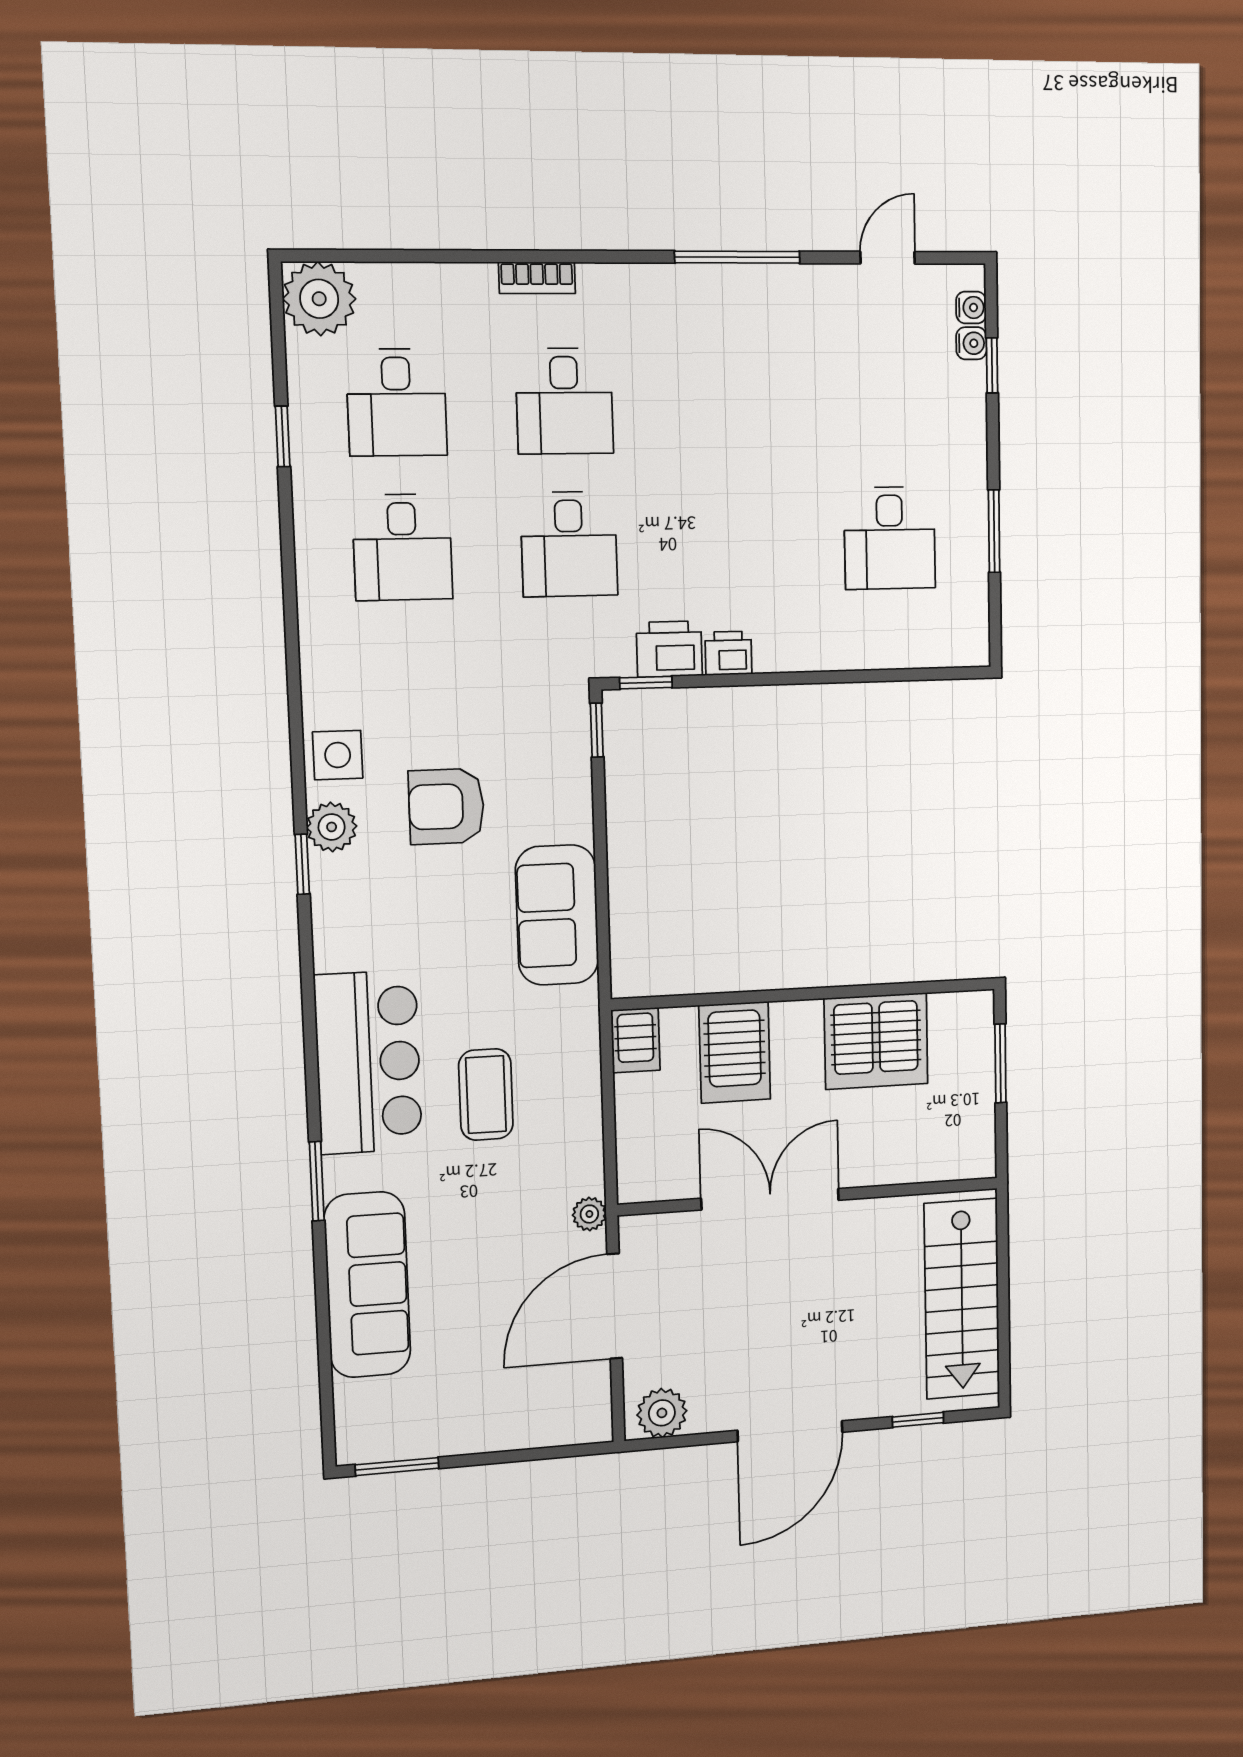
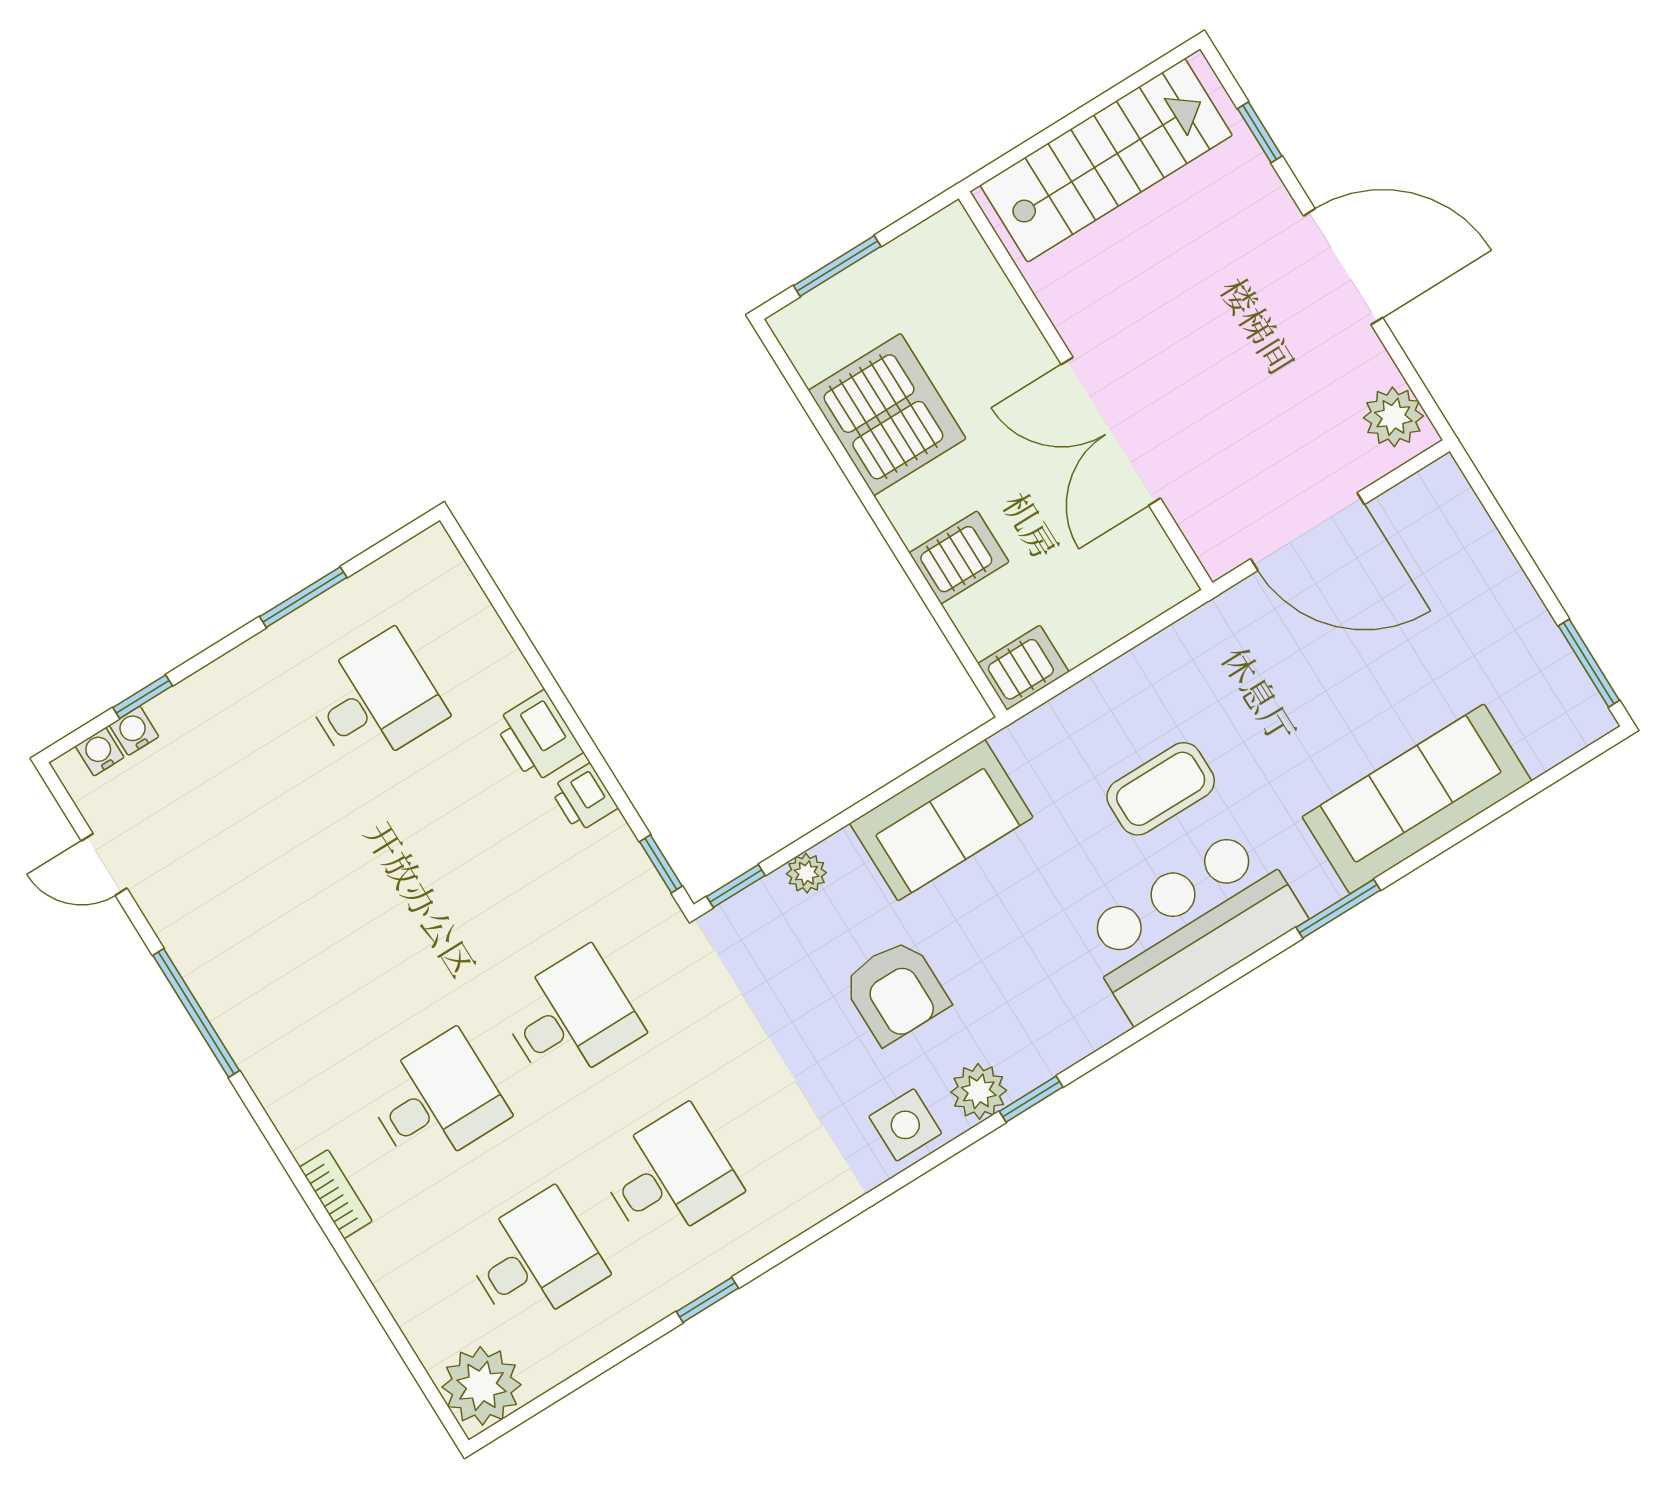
window: (283, 436) -> (707, 1300), moved
printer: (669, 649) -> (538, 737), moved
server rack: (735, 1052) -> (959, 557), width x0.73, depth x0.70
plant: (589, 1214) -> (806, 873), moved

